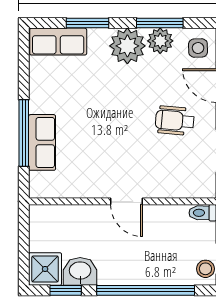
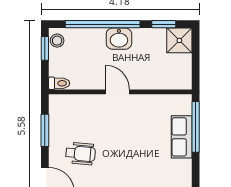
window: (24, 133) -> (196, 127), moved
washbasin: (80, 271) -> (119, 39), moved

